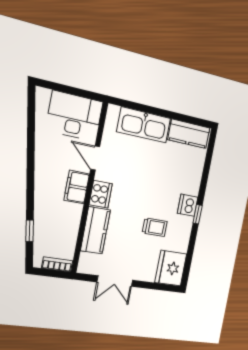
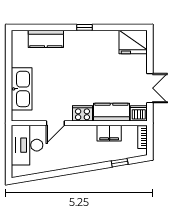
kitchen counter: (189, 134) -> (46, 39), moved, turned 90
filing cabinet: (77, 187) -> (109, 133), moved
dishwasher: (188, 205) -> (139, 113), moved, turned 180
trolley: (155, 227) -> (101, 63), removed

